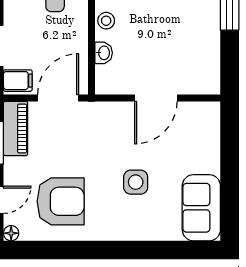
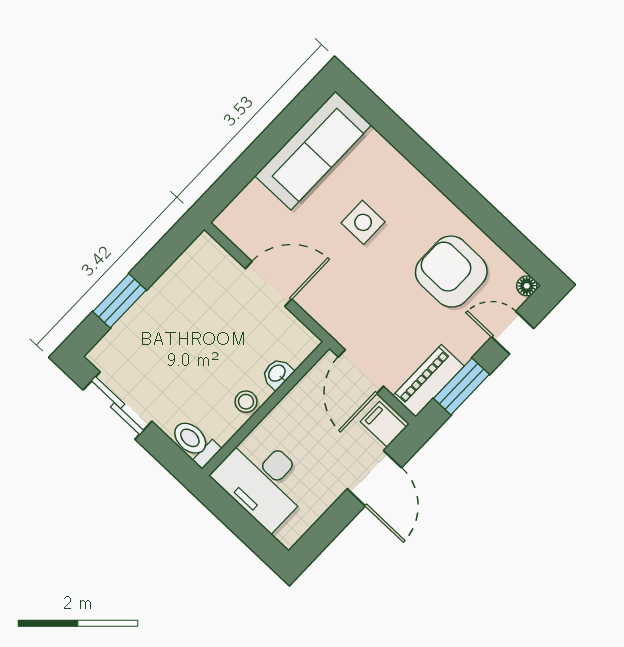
door: (58, 98) -> (361, 372), hinge flipped
sofa: (201, 208) -> (313, 150), width x1.36

